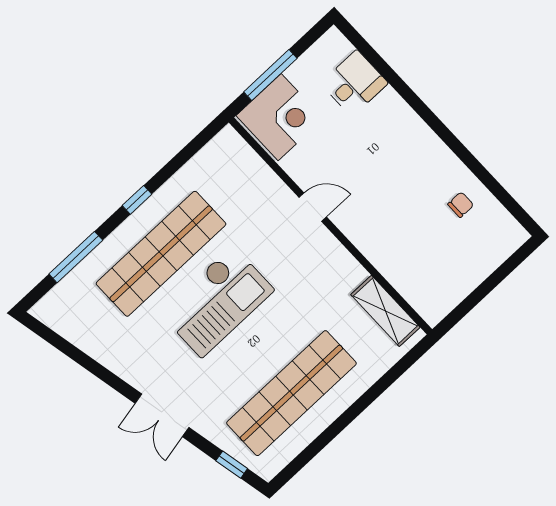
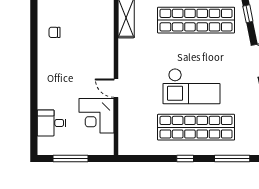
window: (270, 75) -> (70, 158), moved
corner desk: (280, 117) -> (97, 116), moved, turned -90
checkout: (217, 302) -> (191, 86), turned 180

